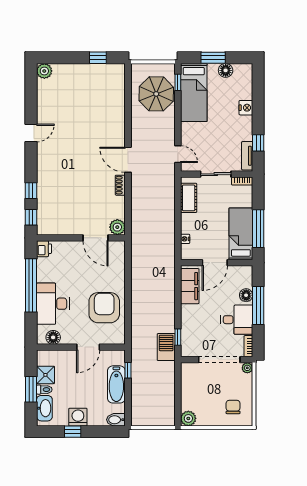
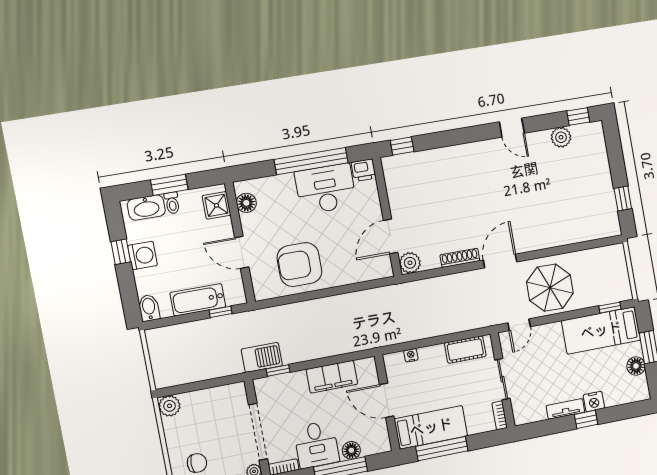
plant: (44, 71) -> (561, 137), moved
parasol: (156, 94) -> (550, 288), moved
window: (258, 143) -> (586, 419), moved
tv unit: (247, 156) -> (565, 409), moved
shoe rack: (120, 185) -> (460, 258), width x1.43
window: (31, 191) -> (578, 116), moved
filing cabinet: (190, 286) -> (332, 377), moved
desk: (53, 304) -> (326, 189), moved
armchair: (104, 308) -> (299, 265), turned 180
shower: (45, 375) -> (216, 205), moved

